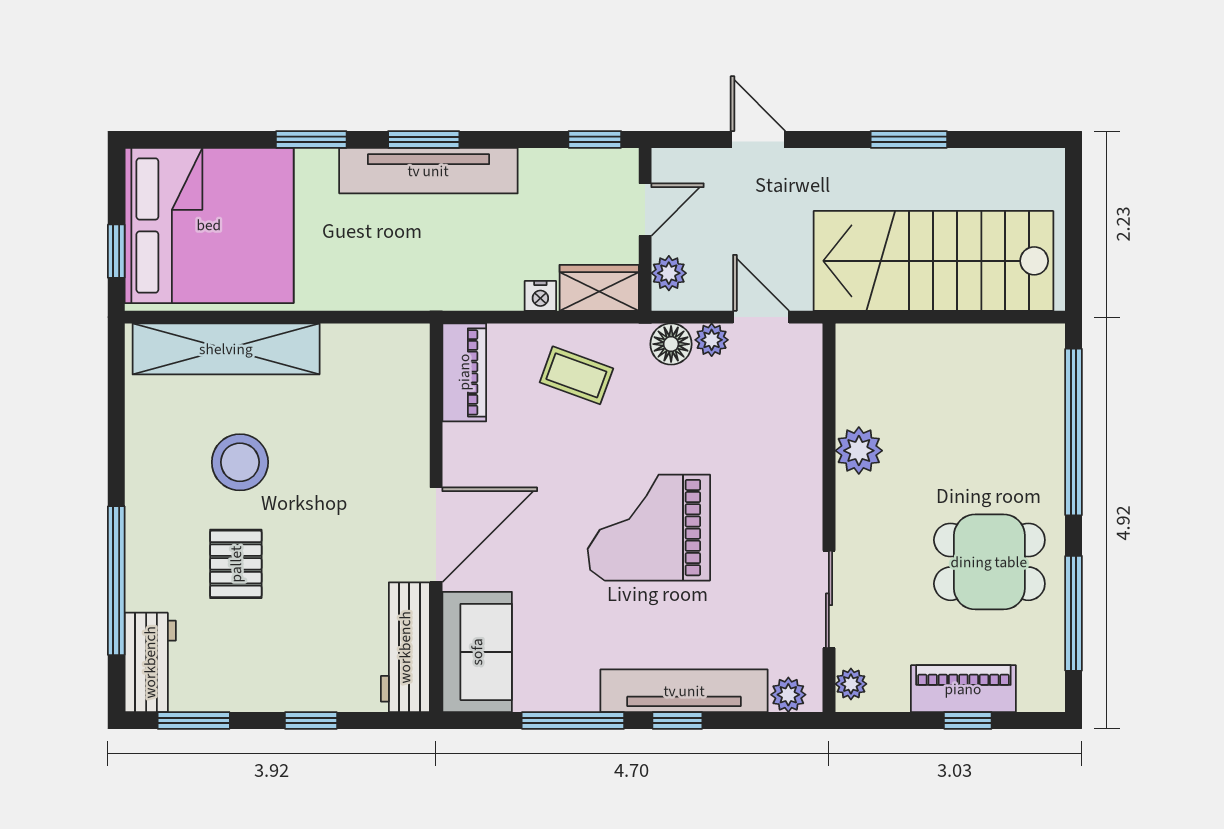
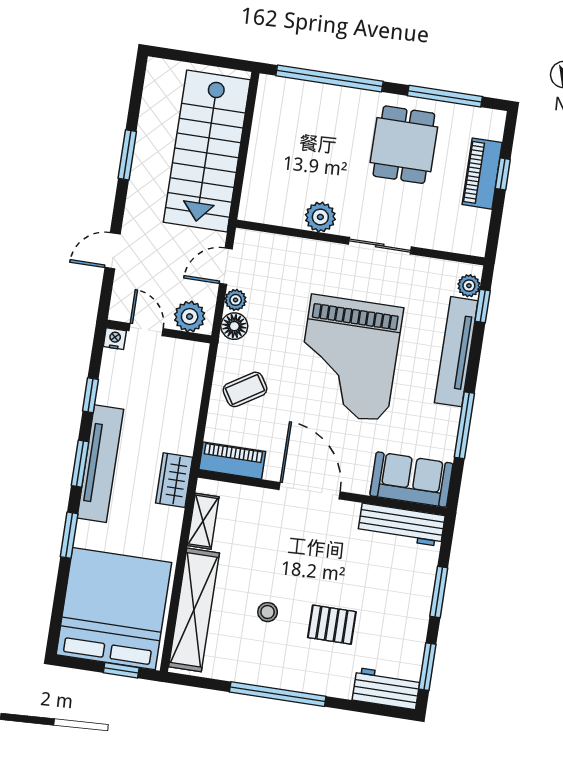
window: (595, 139) -> (90, 395), moved
plant: (669, 273) -> (190, 317), width x1.38, depth x1.38
wardrobe: (599, 288) -> (174, 480), moved
nightstand: (540, 296) -> (115, 339), moved, turned -90
shelving: (364, 342) -> (203, 521), added
coffee table: (576, 375) -> (245, 389), turned 38
stool: (240, 462) -> (268, 612), width x0.53, depth x0.53
grand piano: (649, 528) -> (349, 358), width x1.37, depth x1.48
door: (436, 535) -> (310, 491), moved
window: (116, 581) -> (278, 694), moved
sliding door: (829, 599) -> (380, 246), moved
plant: (851, 684) -> (468, 245), removed
window: (311, 720) -> (439, 592), width x1.50
window: (677, 720) -> (483, 306), moved

